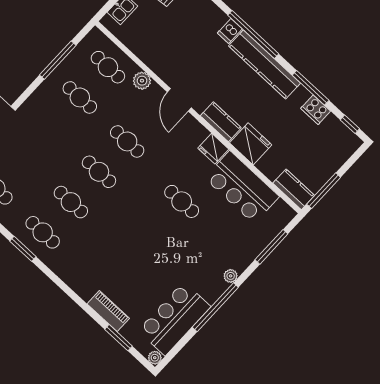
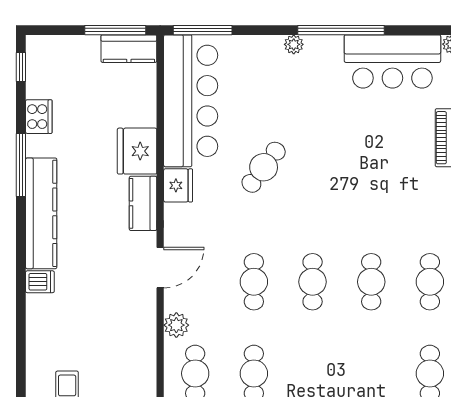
window: (253, 34) -> (21, 254), removed
window: (311, 88) -> (21, 165), moved
bar counter: (242, 187) -> (191, 101), width x1.36
kitchen counter: (294, 189) -> (129, 49), moved, turned -90
cafe table: (182, 201) -> (264, 167), turned 37
window: (271, 247) -> (203, 30), moved

